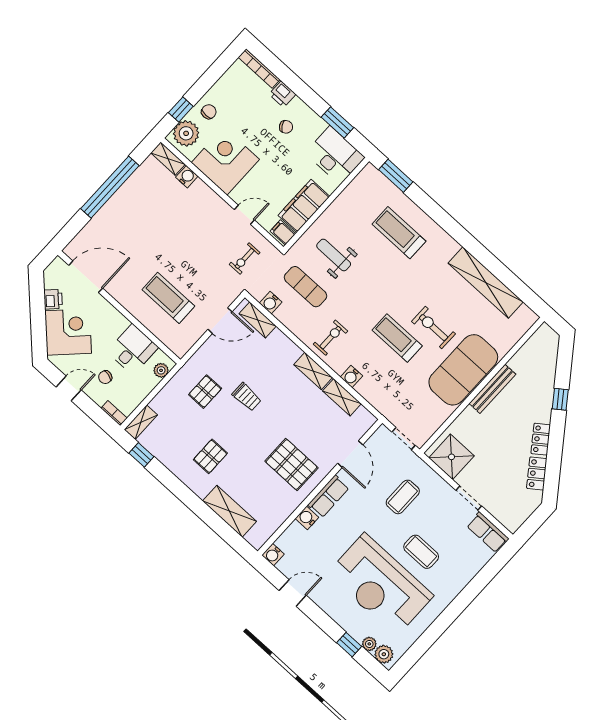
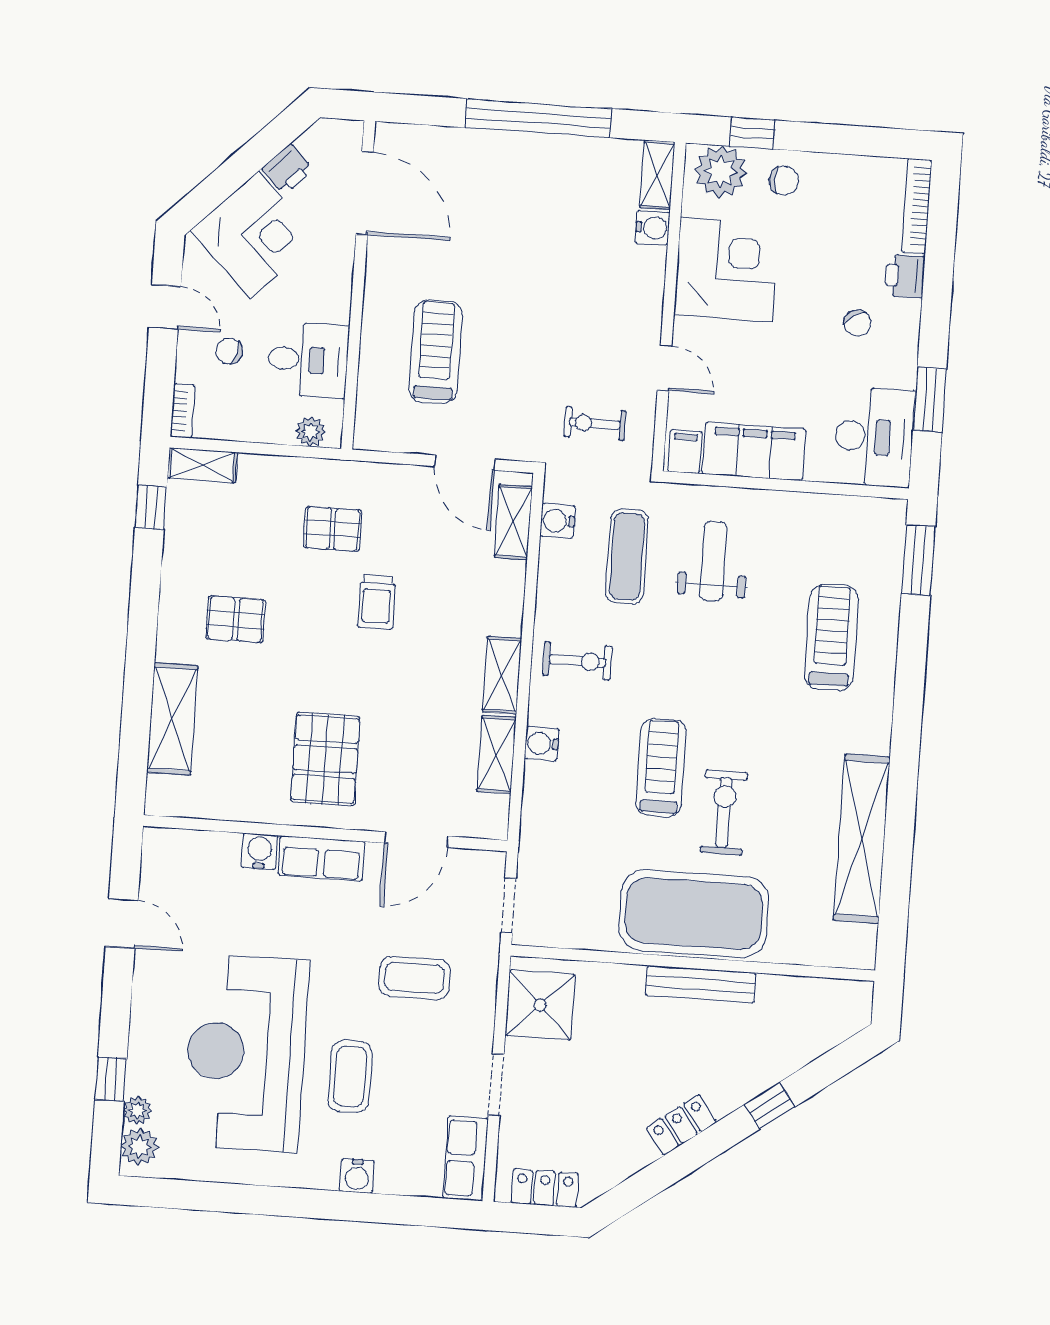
locker: (537, 474) -> (545, 1188), moved, turned 36
water cooler: (273, 555) -> (357, 1176), moved, turned -90

